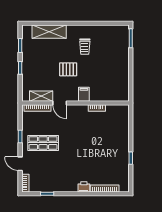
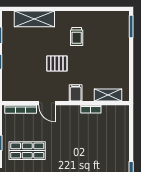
shelving: (41, 96) -> (108, 95), moved

